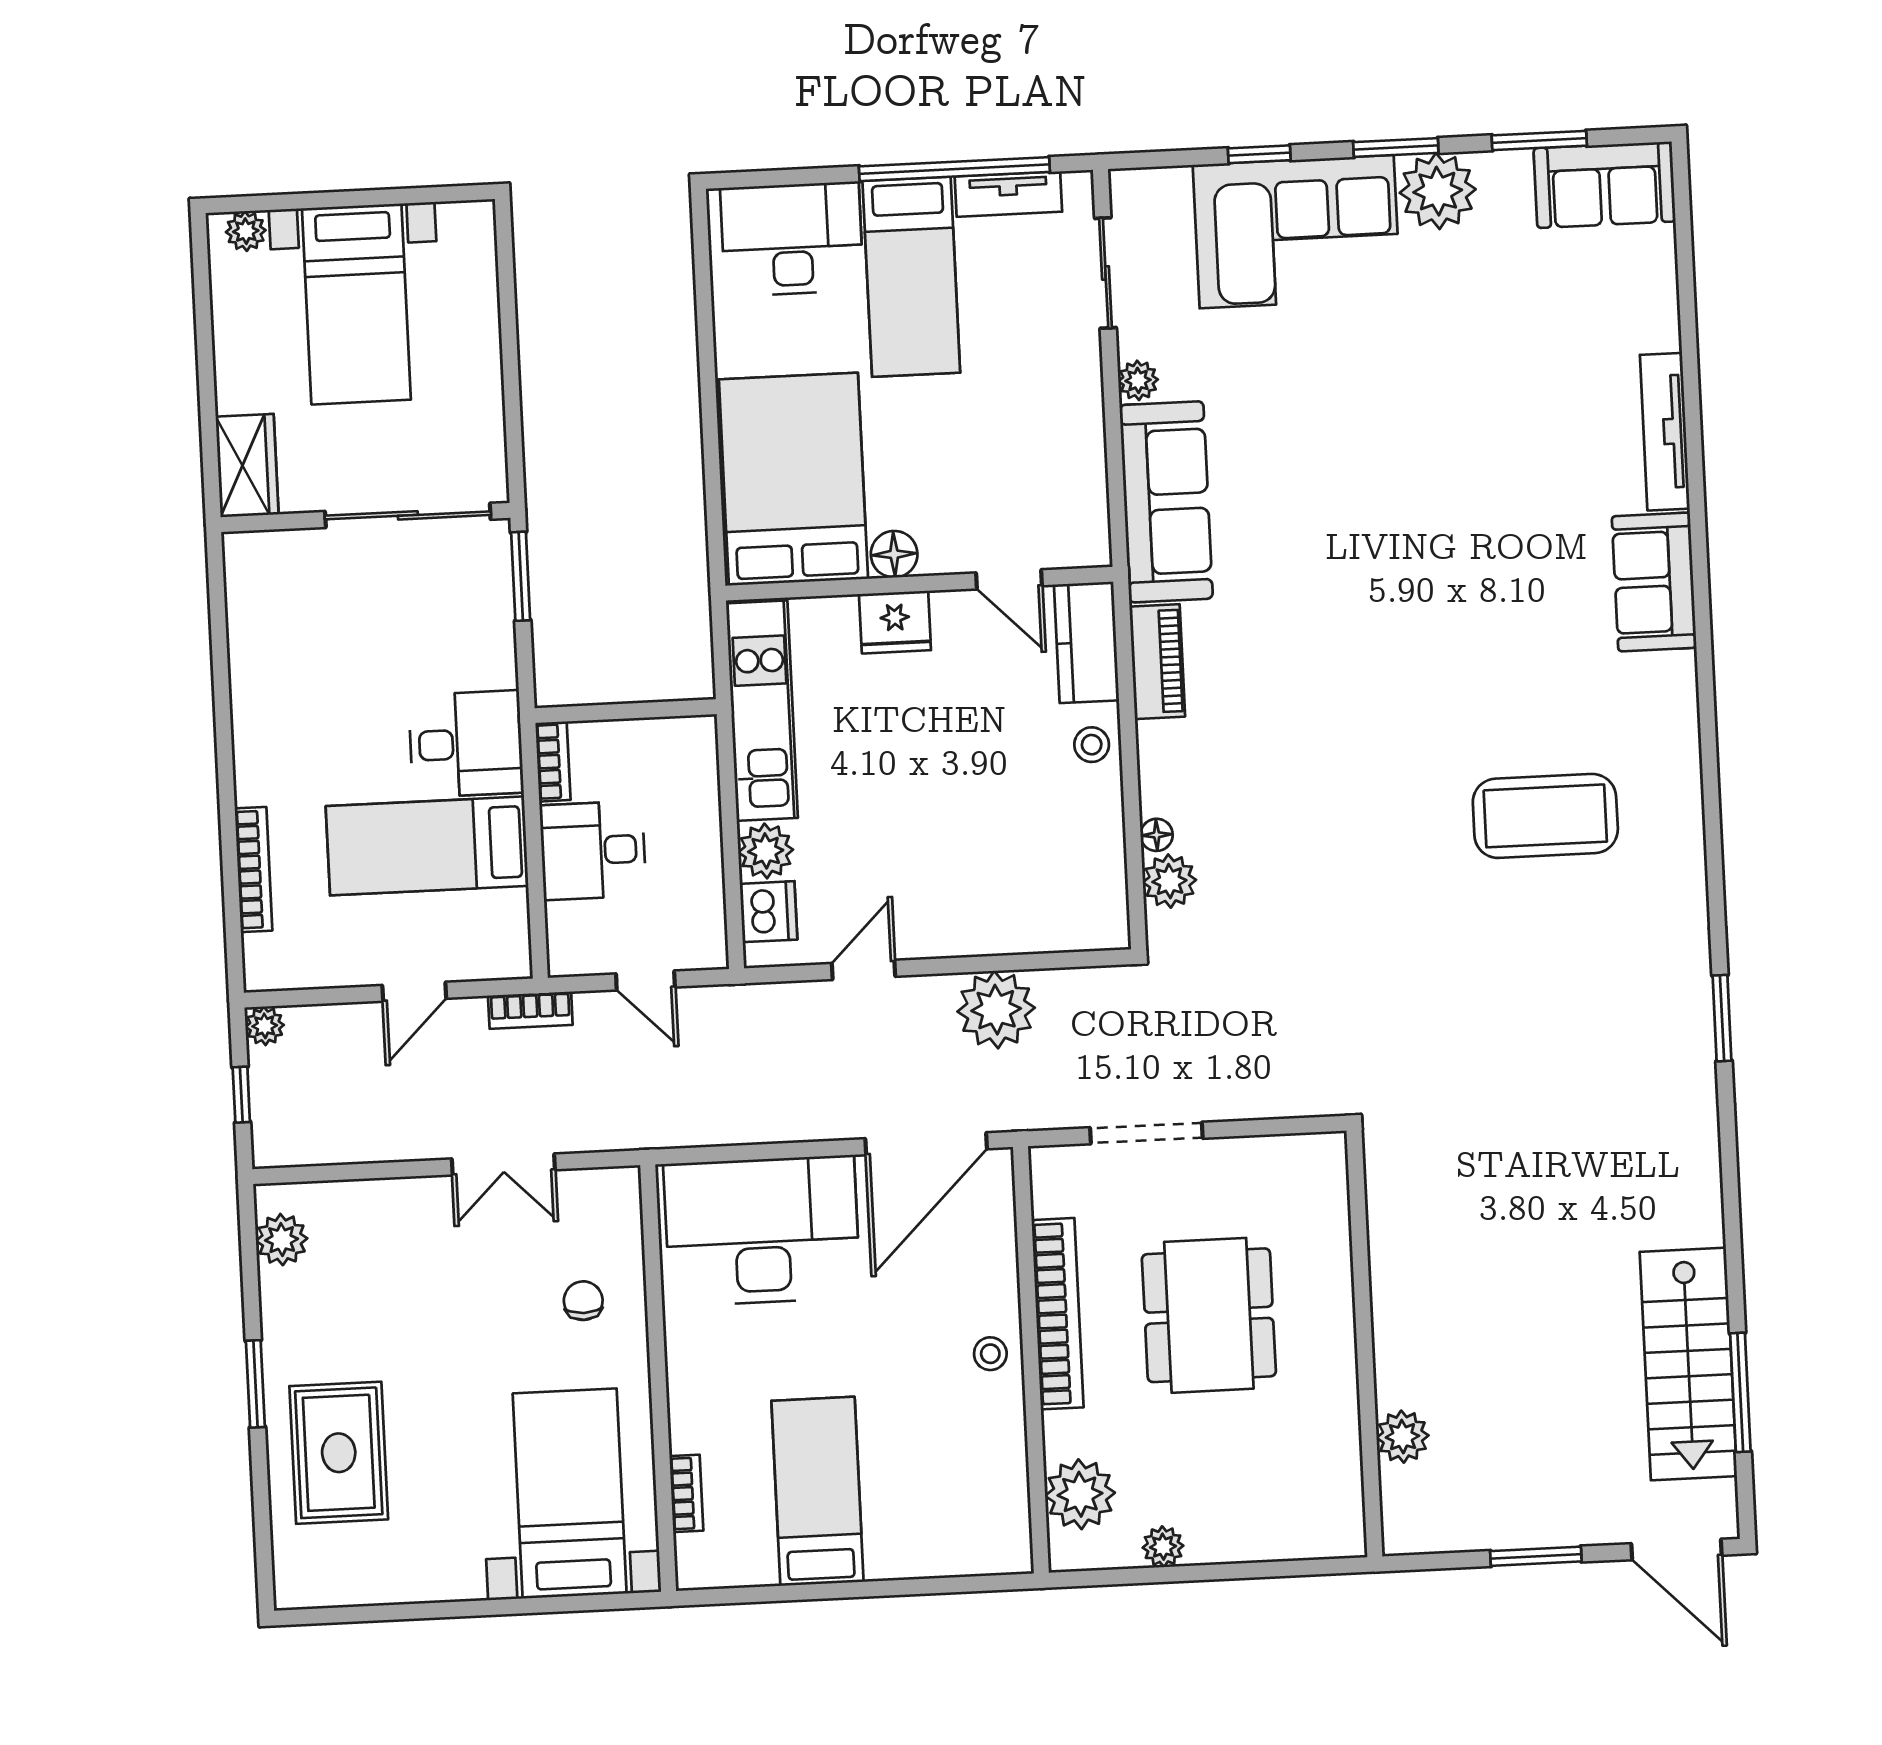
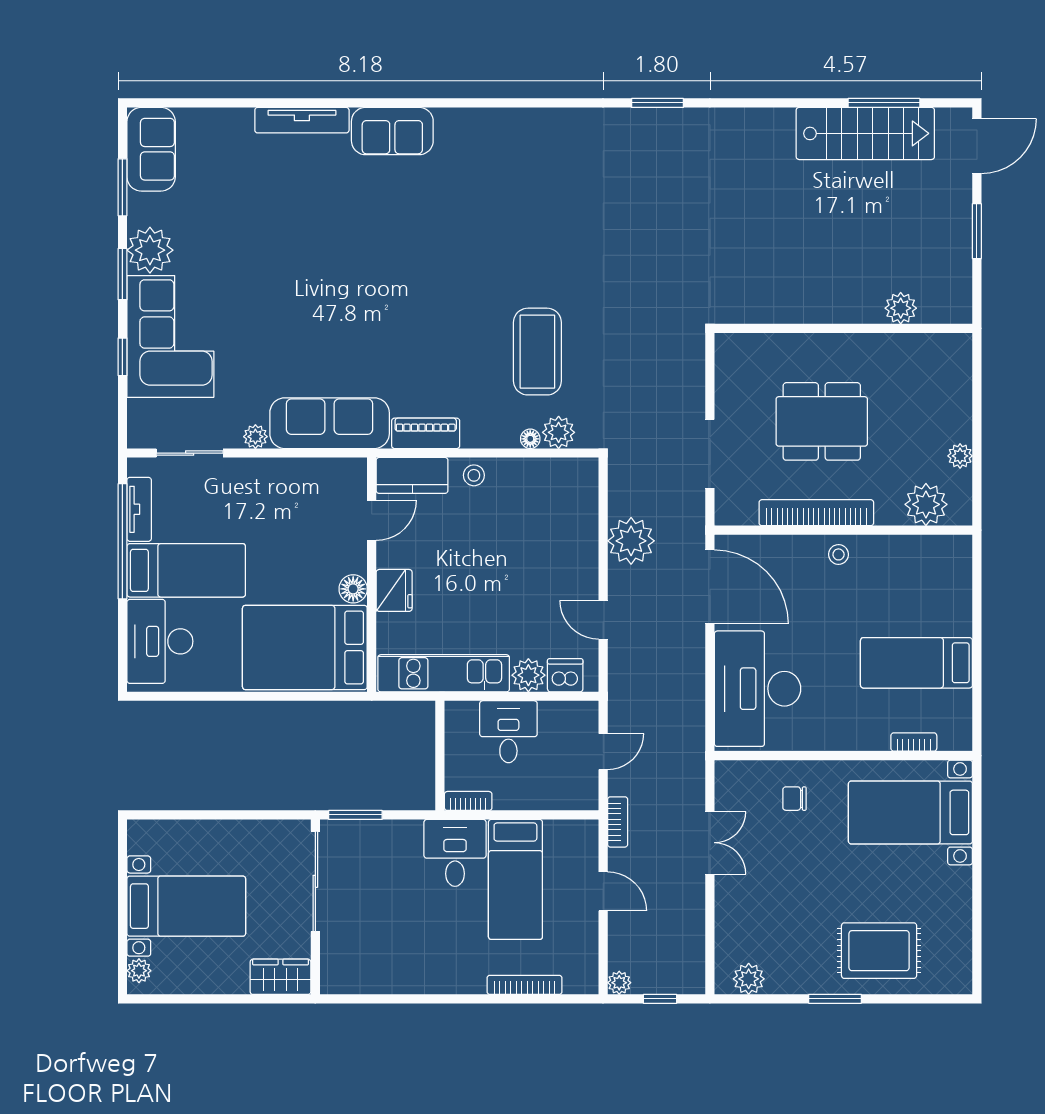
coffee table: (1545, 816) -> (537, 352), moved
desk: (593, 850) -> (508, 732), moved, turned 180

